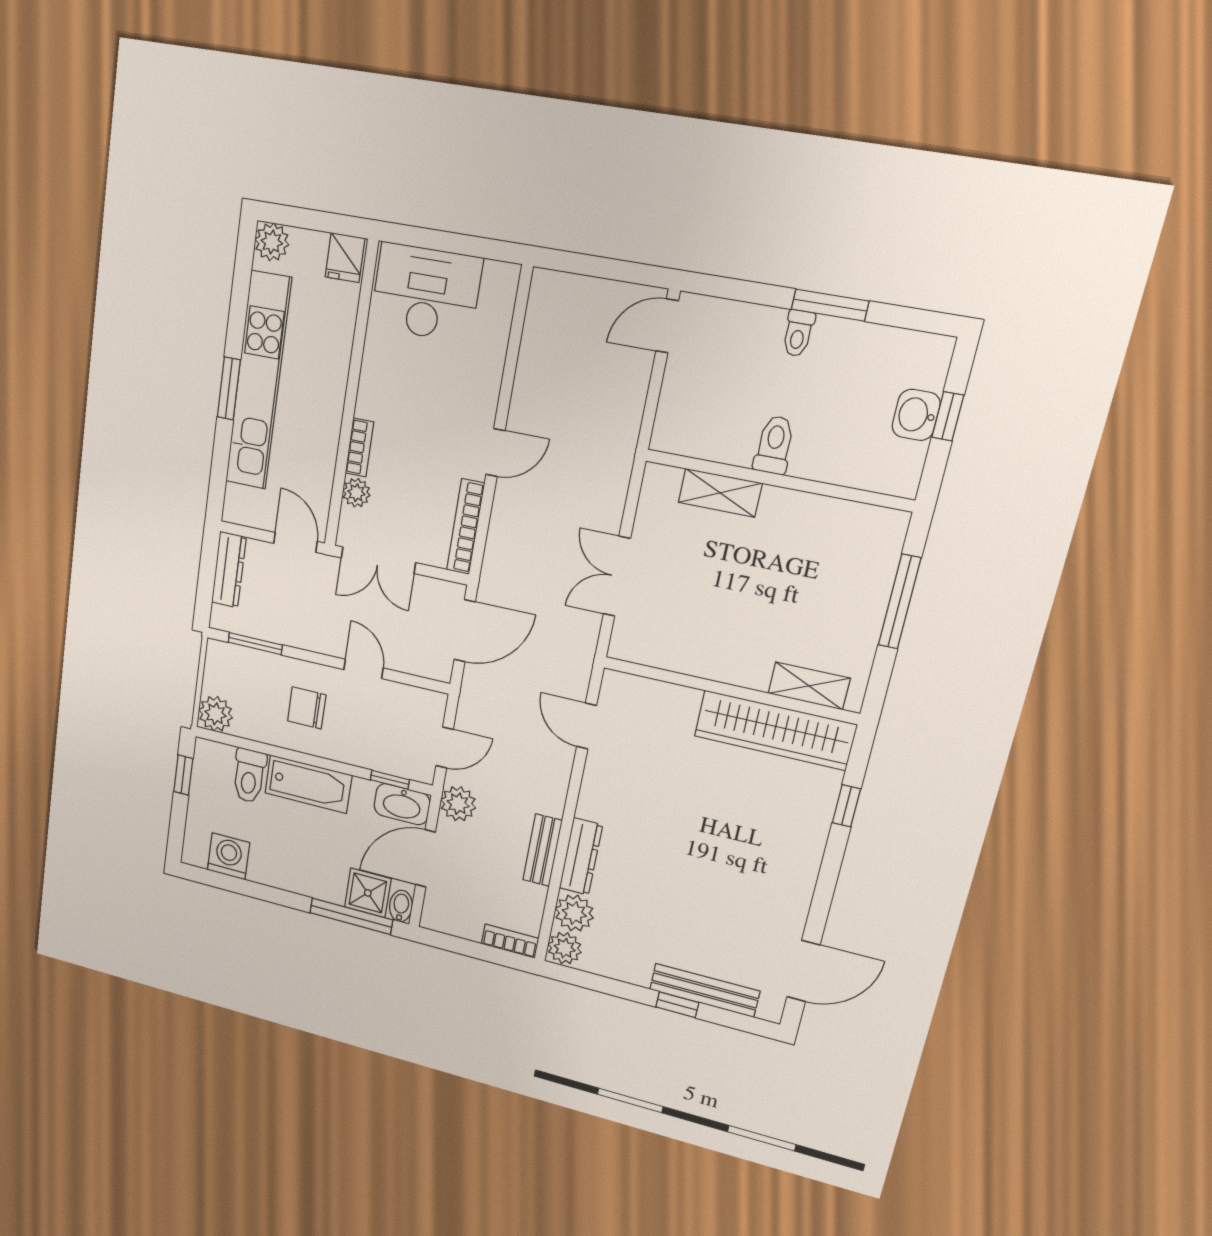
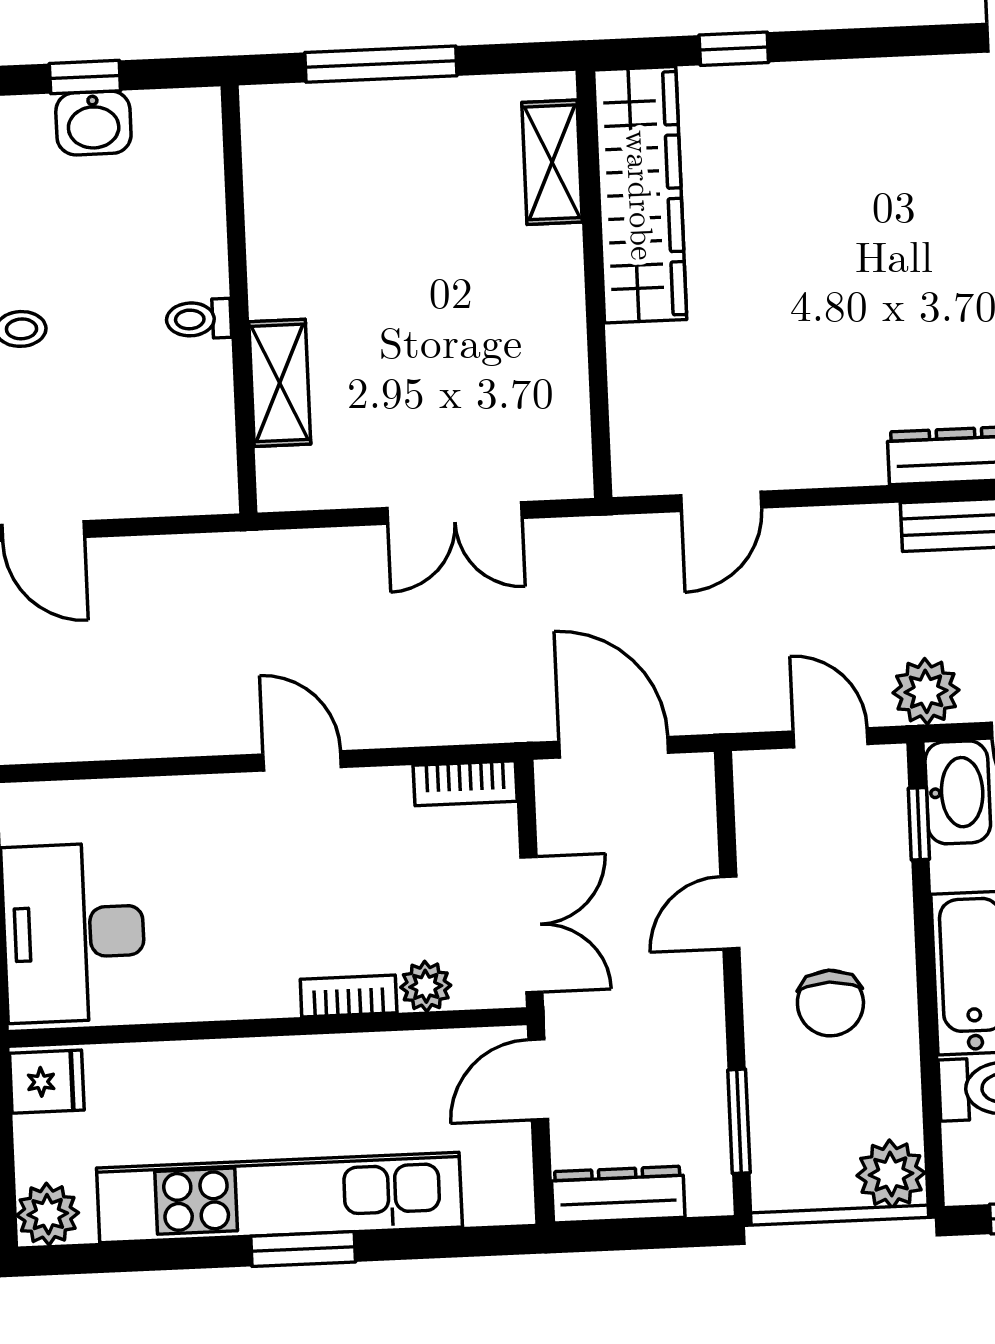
toilet: (774, 445) -> (199, 319), width x0.73, depth x0.72
bookcase: (465, 527) -> (465, 783), width x0.64

